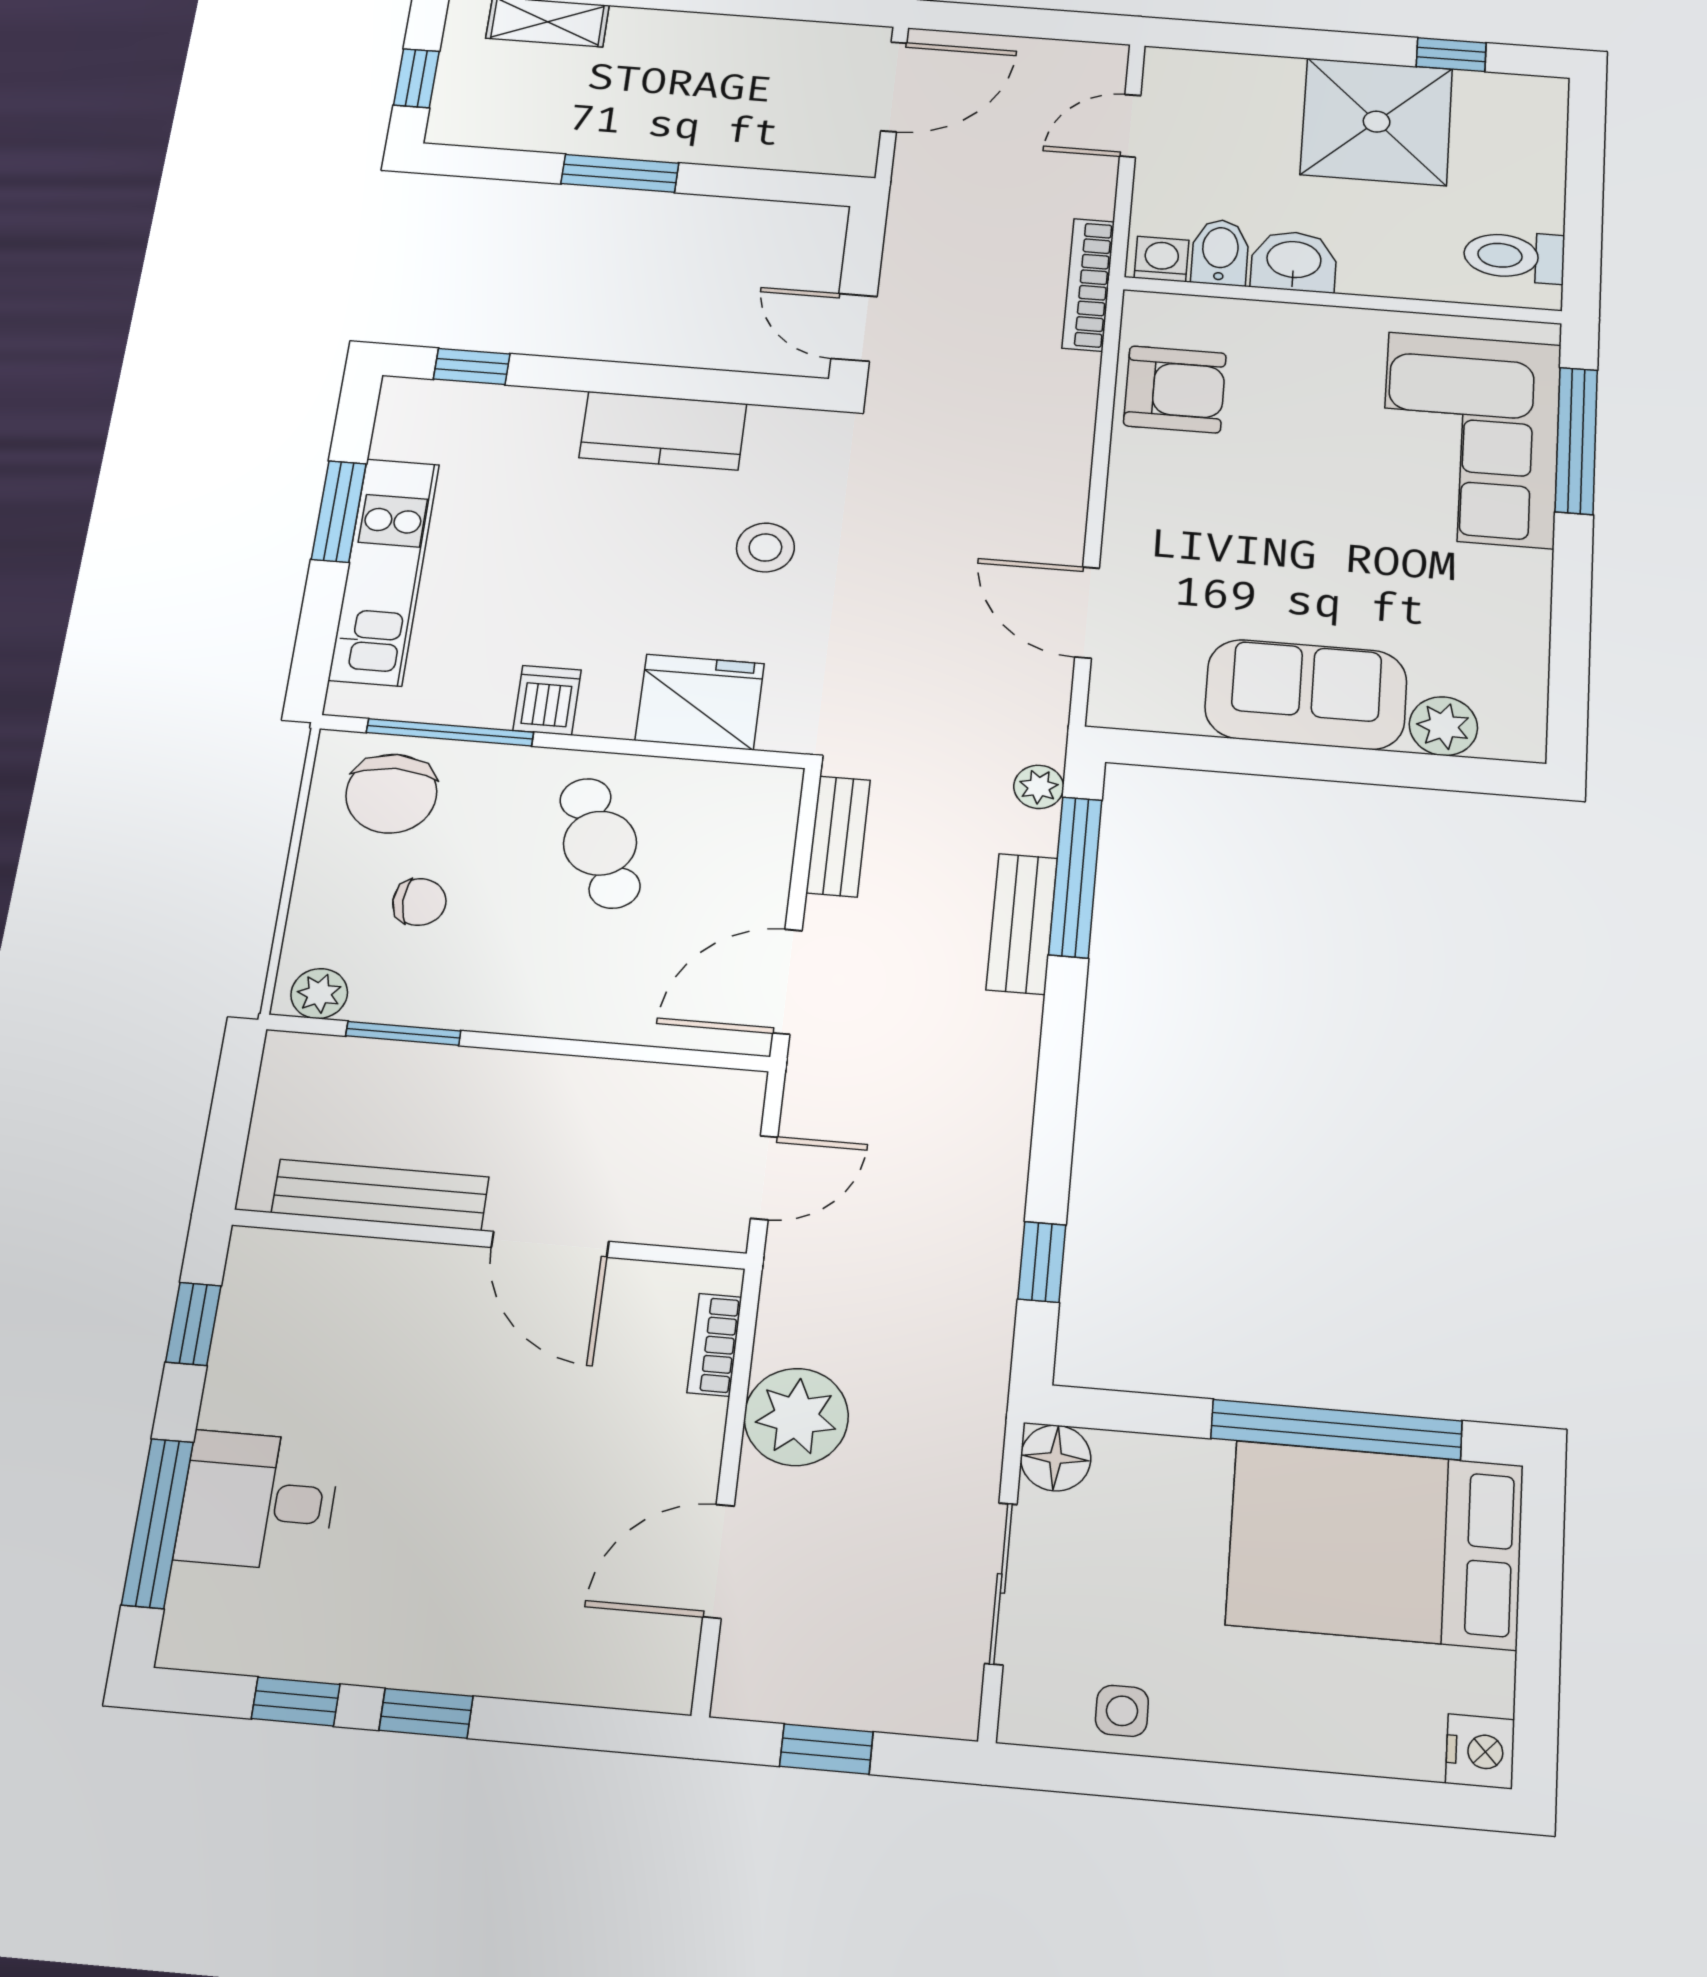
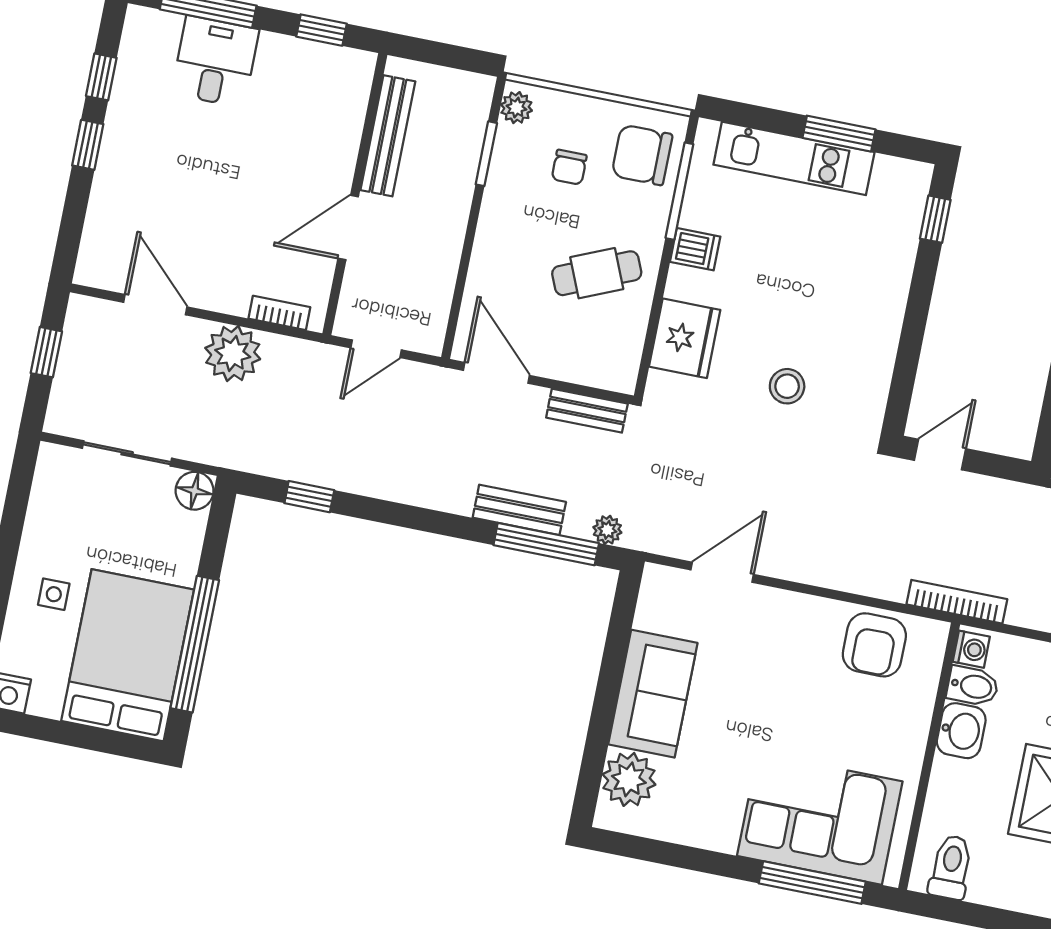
kitchen counter: (663, 431) -> (877, 332), removed
plant: (1443, 726) -> (629, 779), width x1.36, depth x1.36
door: (764, 1178) -> (376, 349), hinge flipped
side table: (1122, 1711) -> (54, 594), moved

